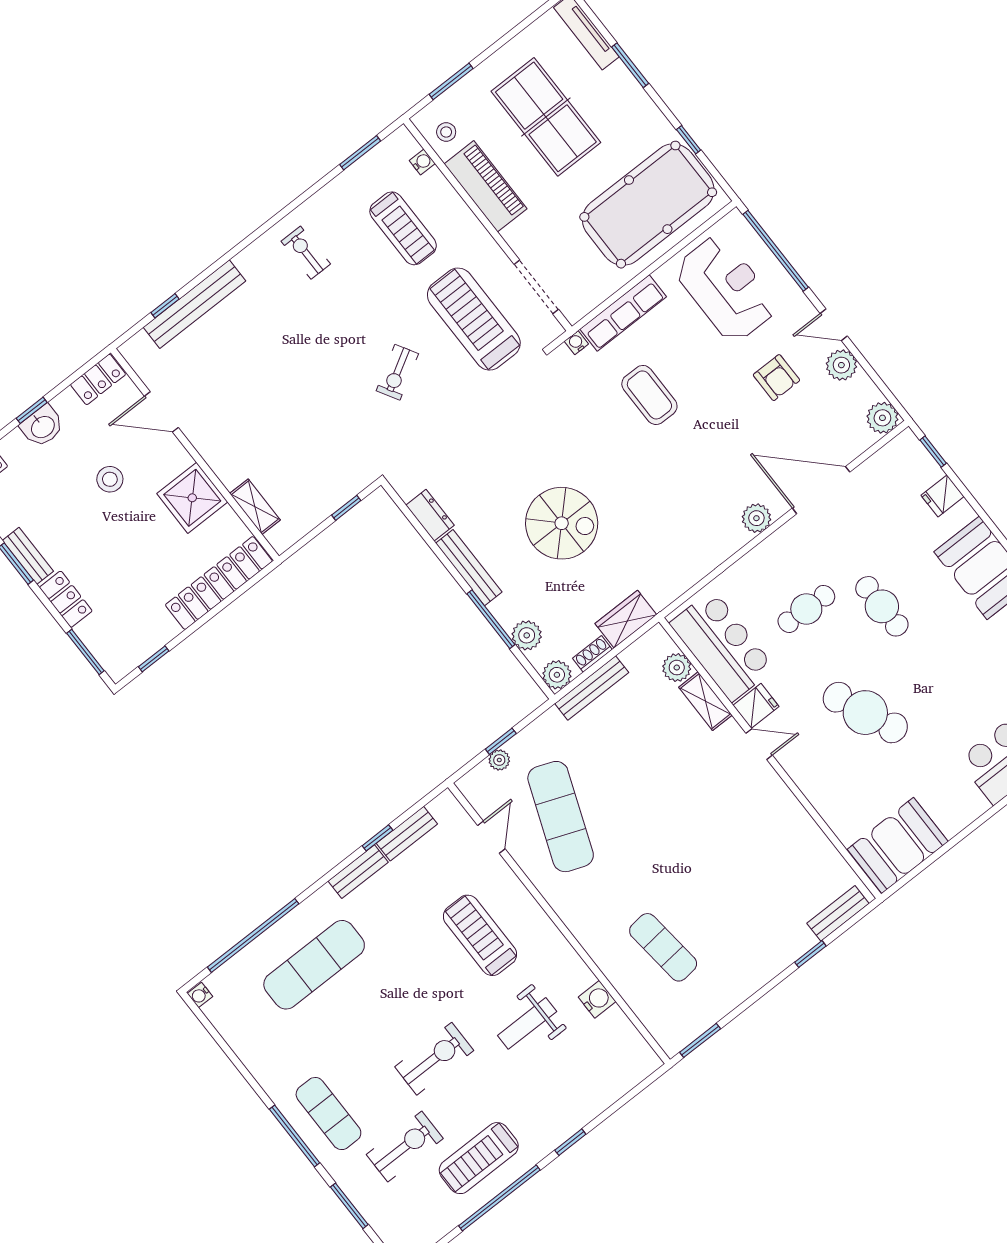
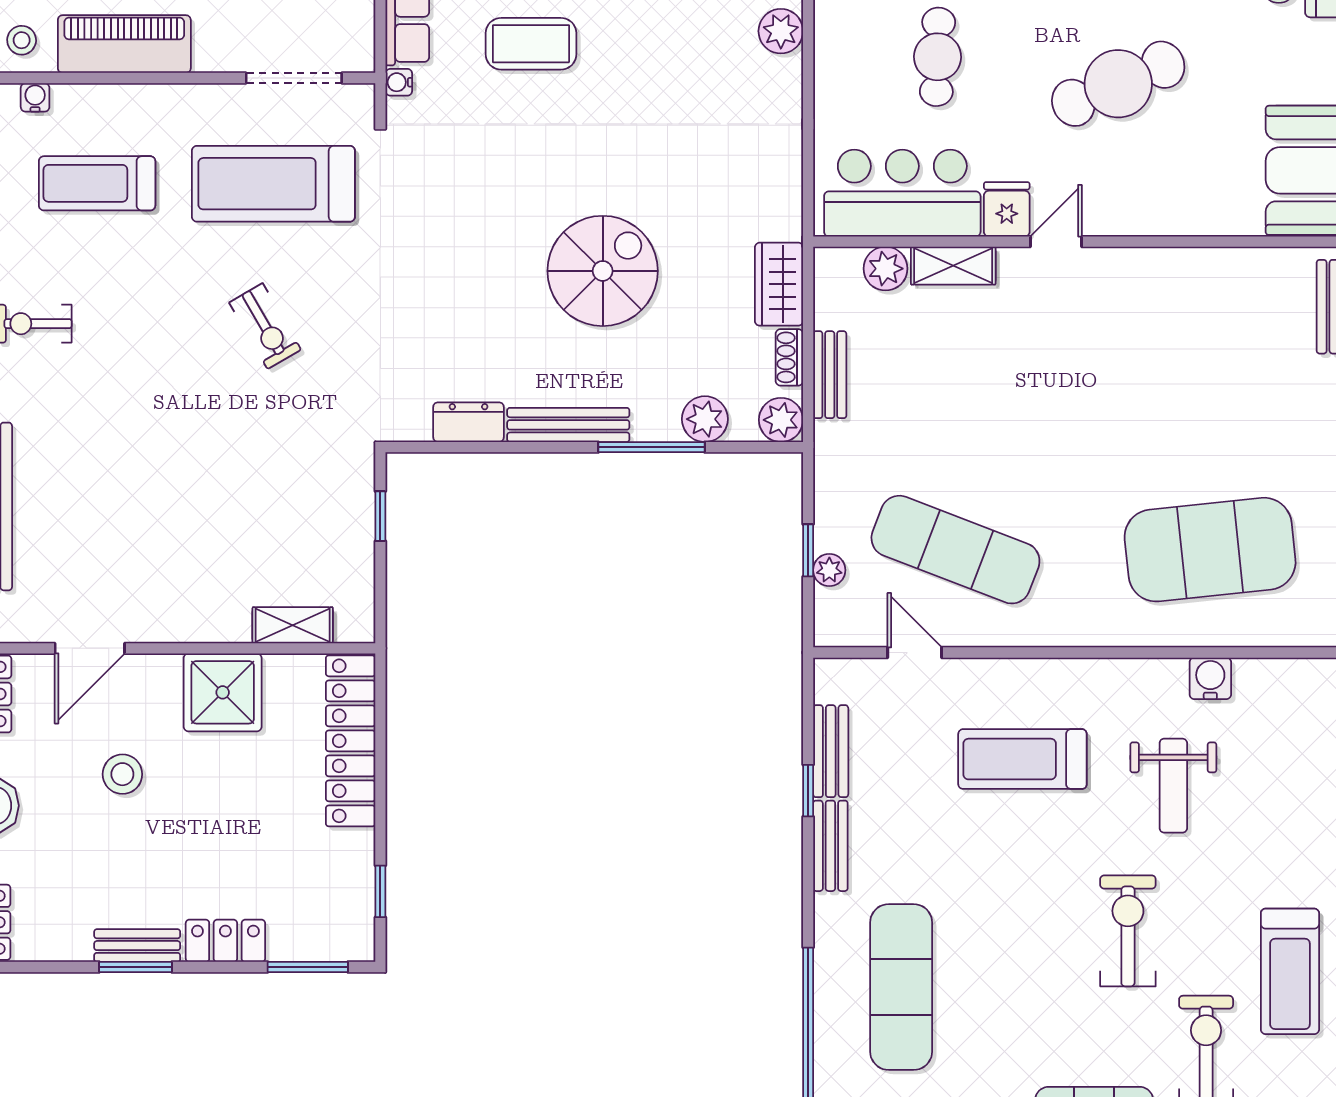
treadmill: (403, 228) -> (97, 183), turned 180
bench: (592, 688) -> (830, 375), width x0.73
exercise mat: (663, 947) -> (1210, 550), width x2.00, depth x1.45

